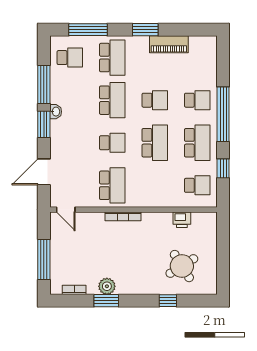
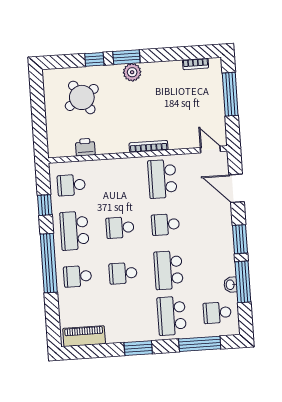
piano: (169, 44) -> (84, 336), moved
washbasin: (56, 112) -> (231, 285), moved
school desk: (155, 143) -> (120, 228), width x0.54
door: (44, 172) -> (237, 188), swing flipped
plant: (107, 286) -> (132, 72), moved
window: (106, 301) -> (126, 57), moved

